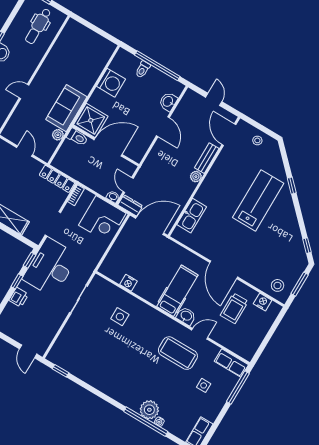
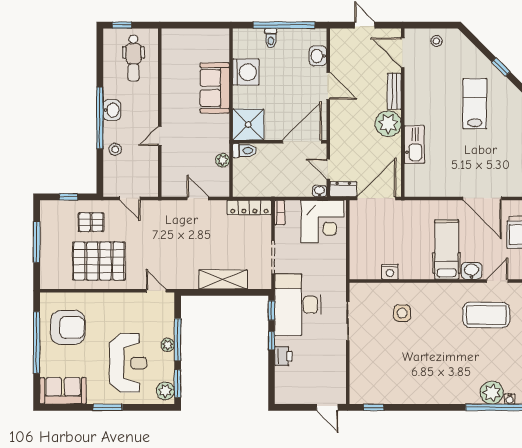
sofa: (66, 108) -> (215, 88), moved
door: (108, 147) -> (302, 142), moved
plant: (196, 177) -> (388, 124), width x1.88, depth x1.88
lab bench: (258, 200) -> (475, 104), width x0.73, depth x0.72
kitchen sink: (192, 216) -> (414, 145), moved

